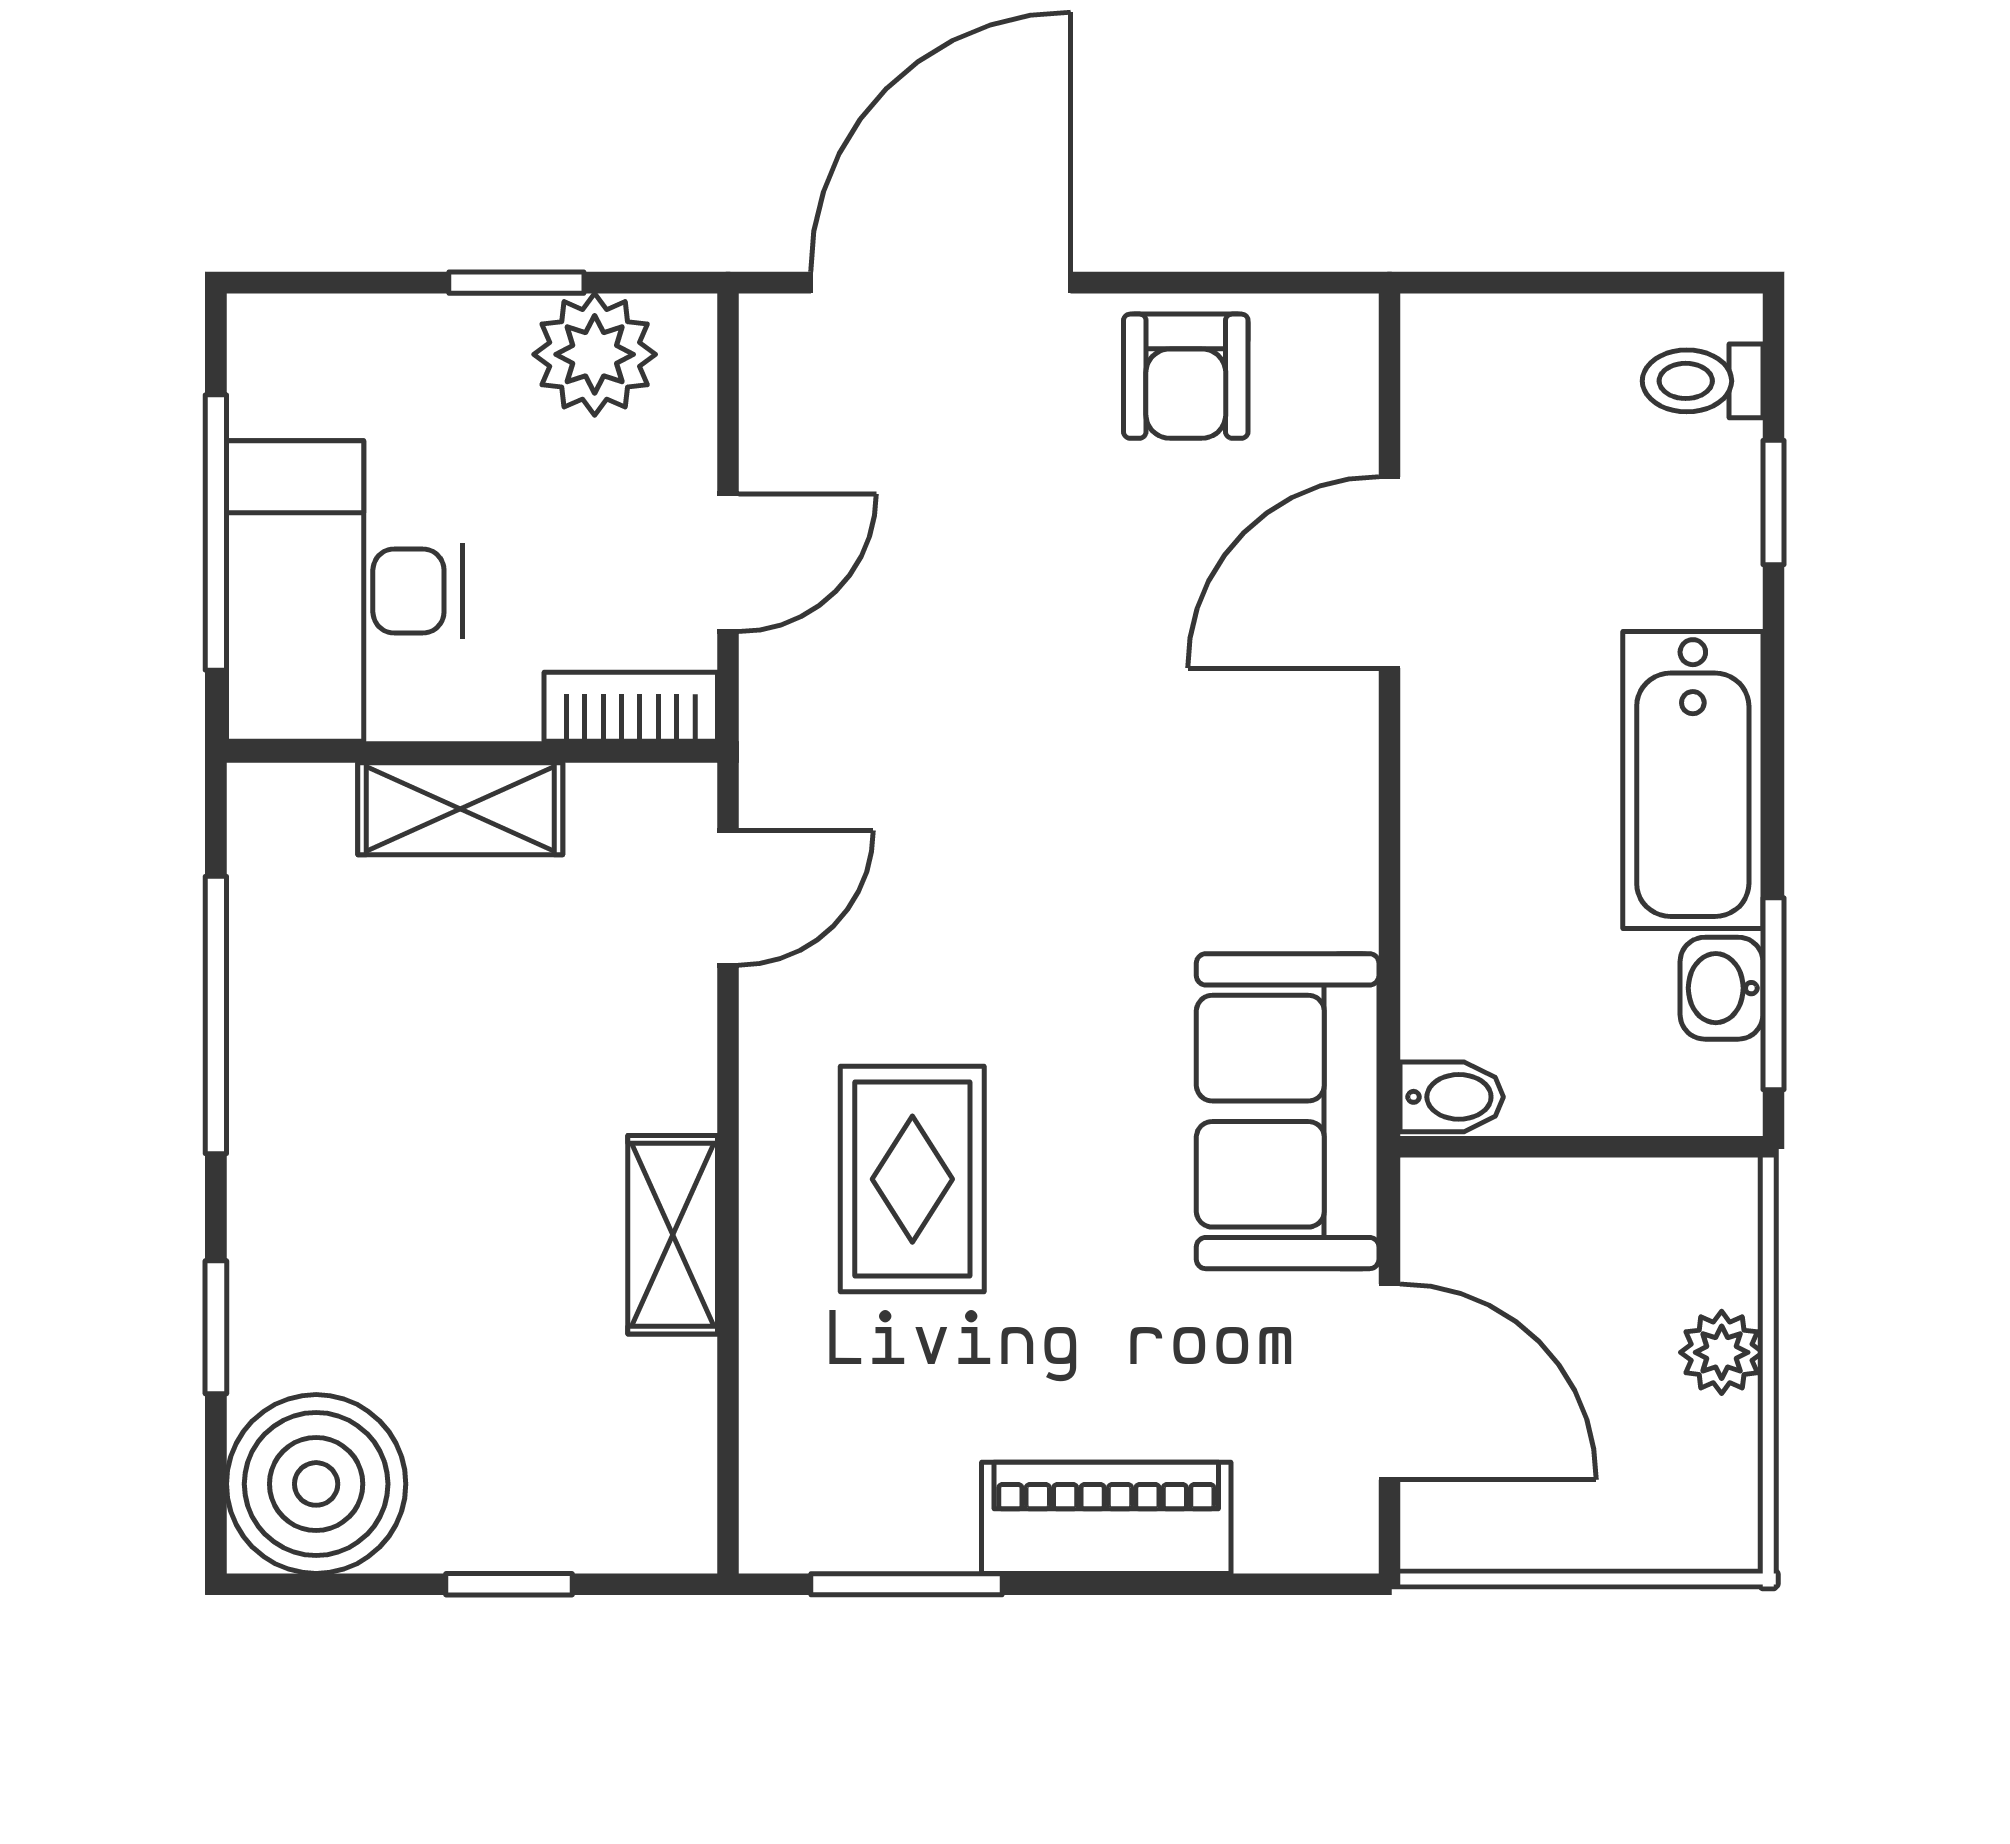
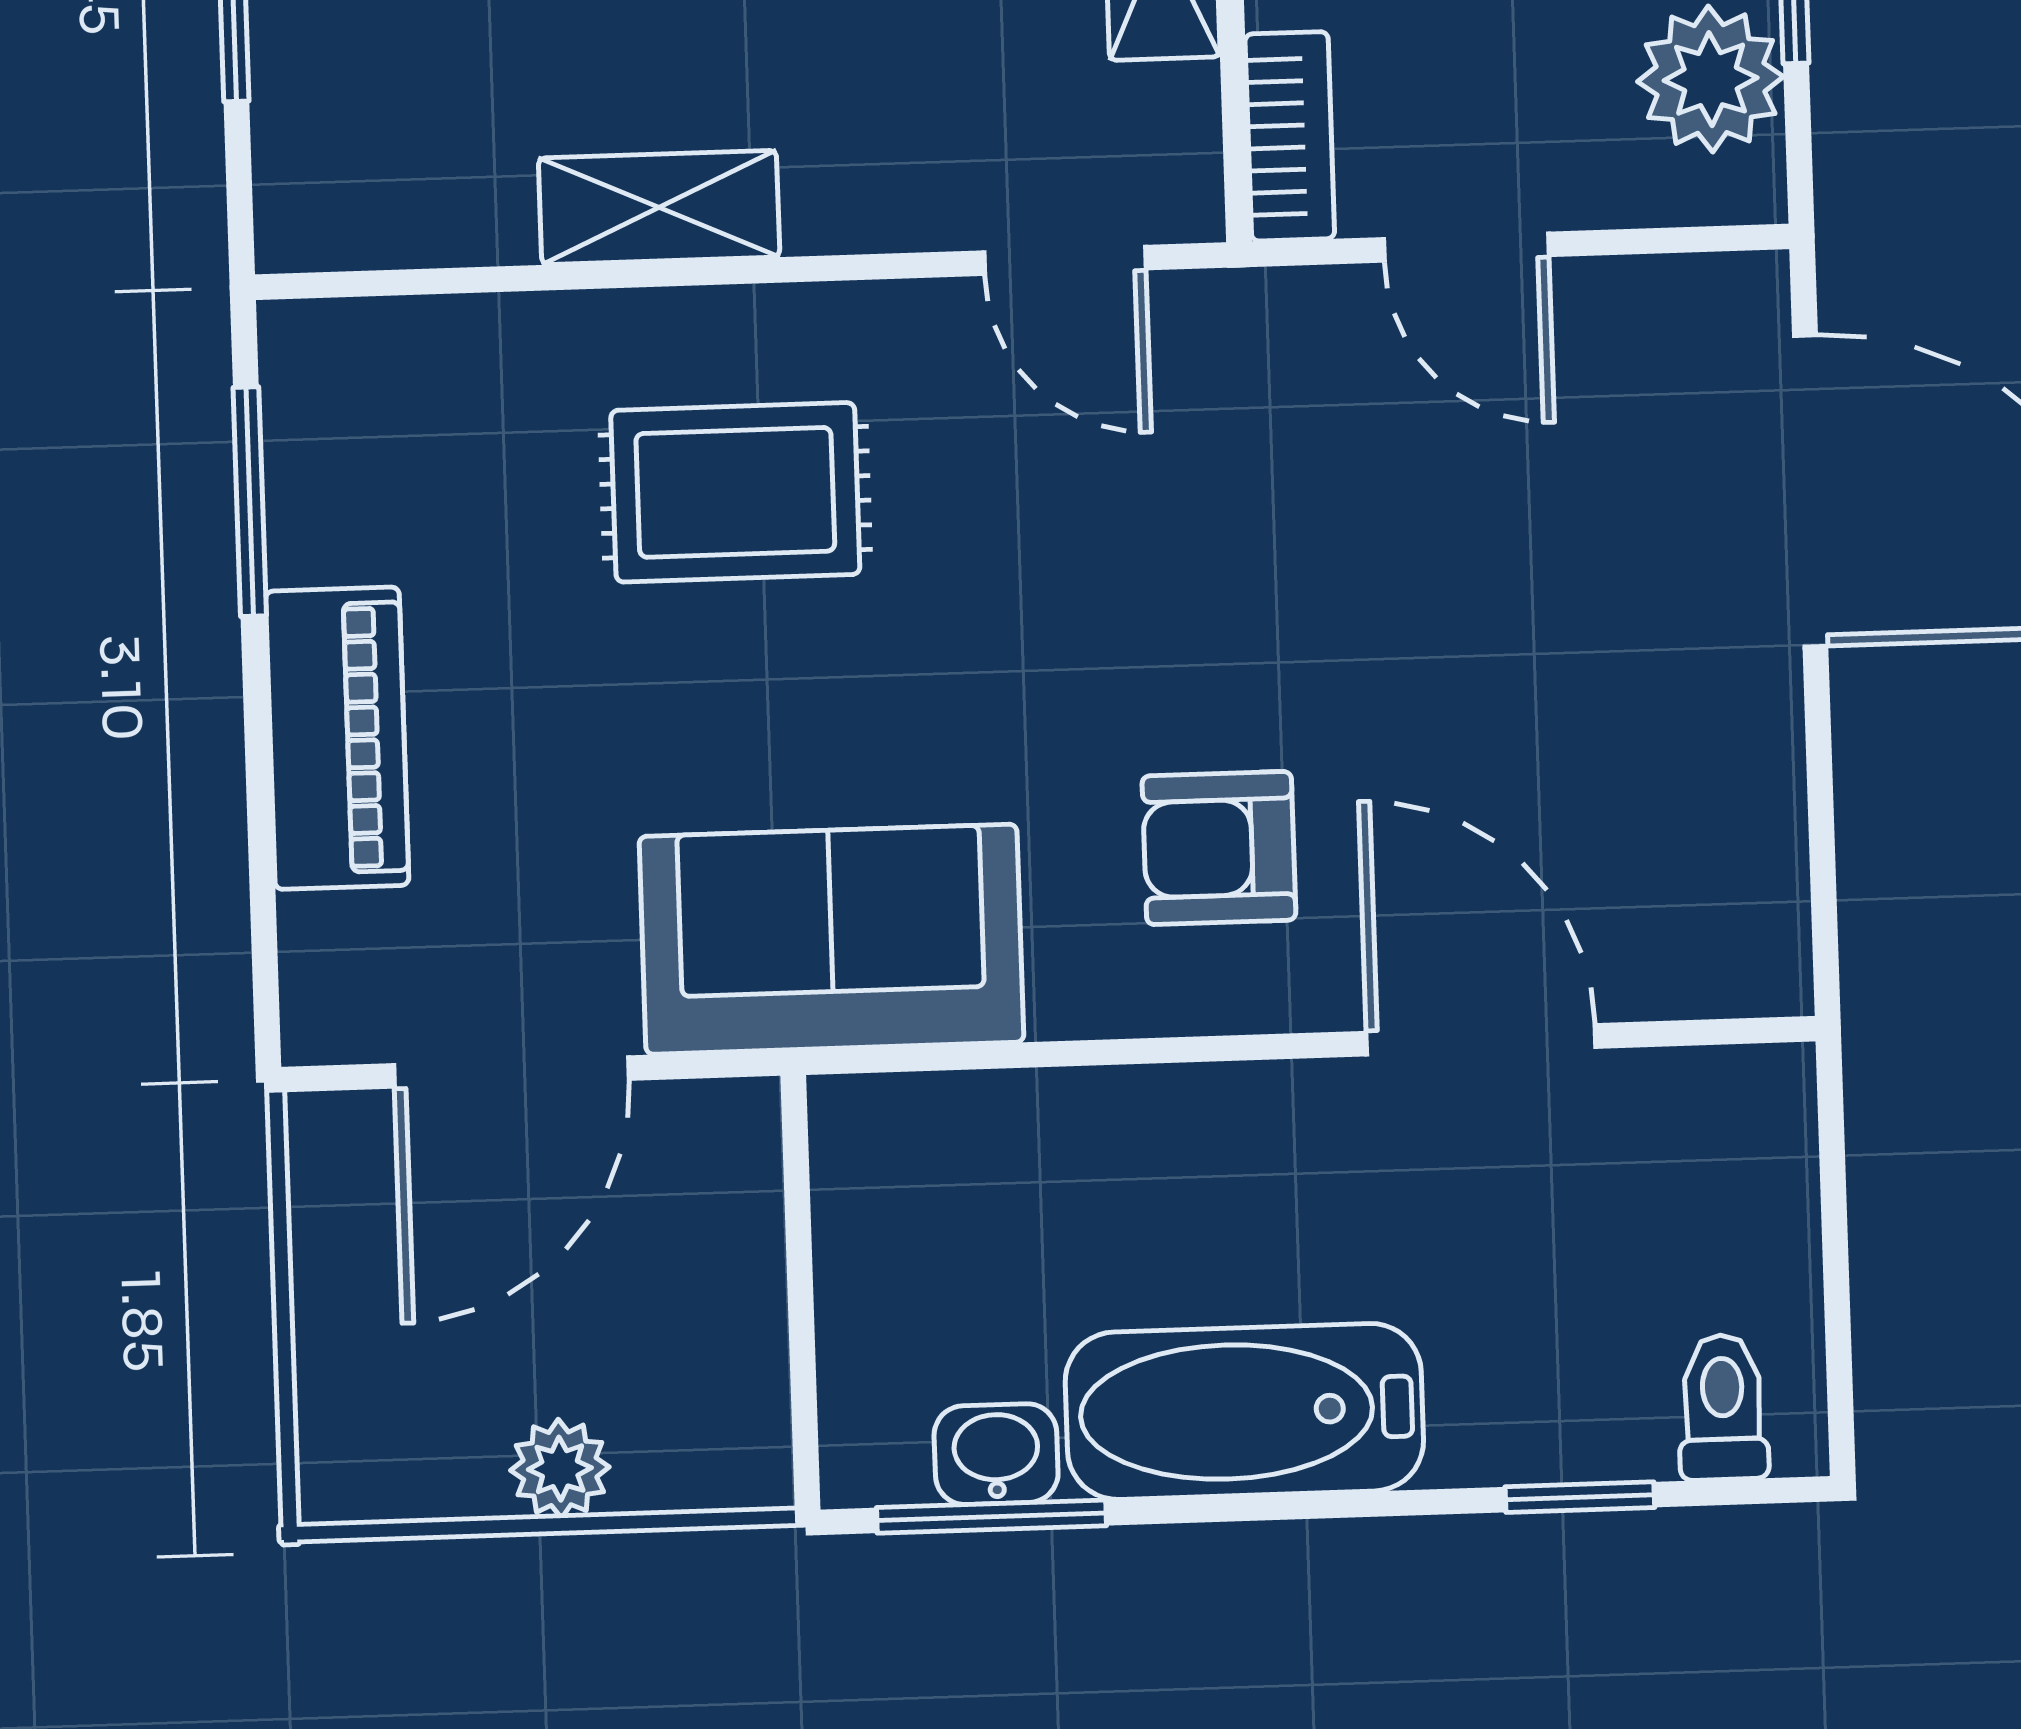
armchair: (1186, 376) -> (1219, 848), moved
bidet: (1452, 1097) -> (855, 1135), removed

